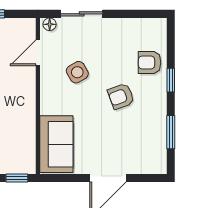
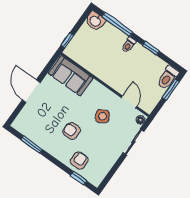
window: (171, 80) -> (79, 178), moved
armchair: (121, 96) -> (72, 131), turned -70

